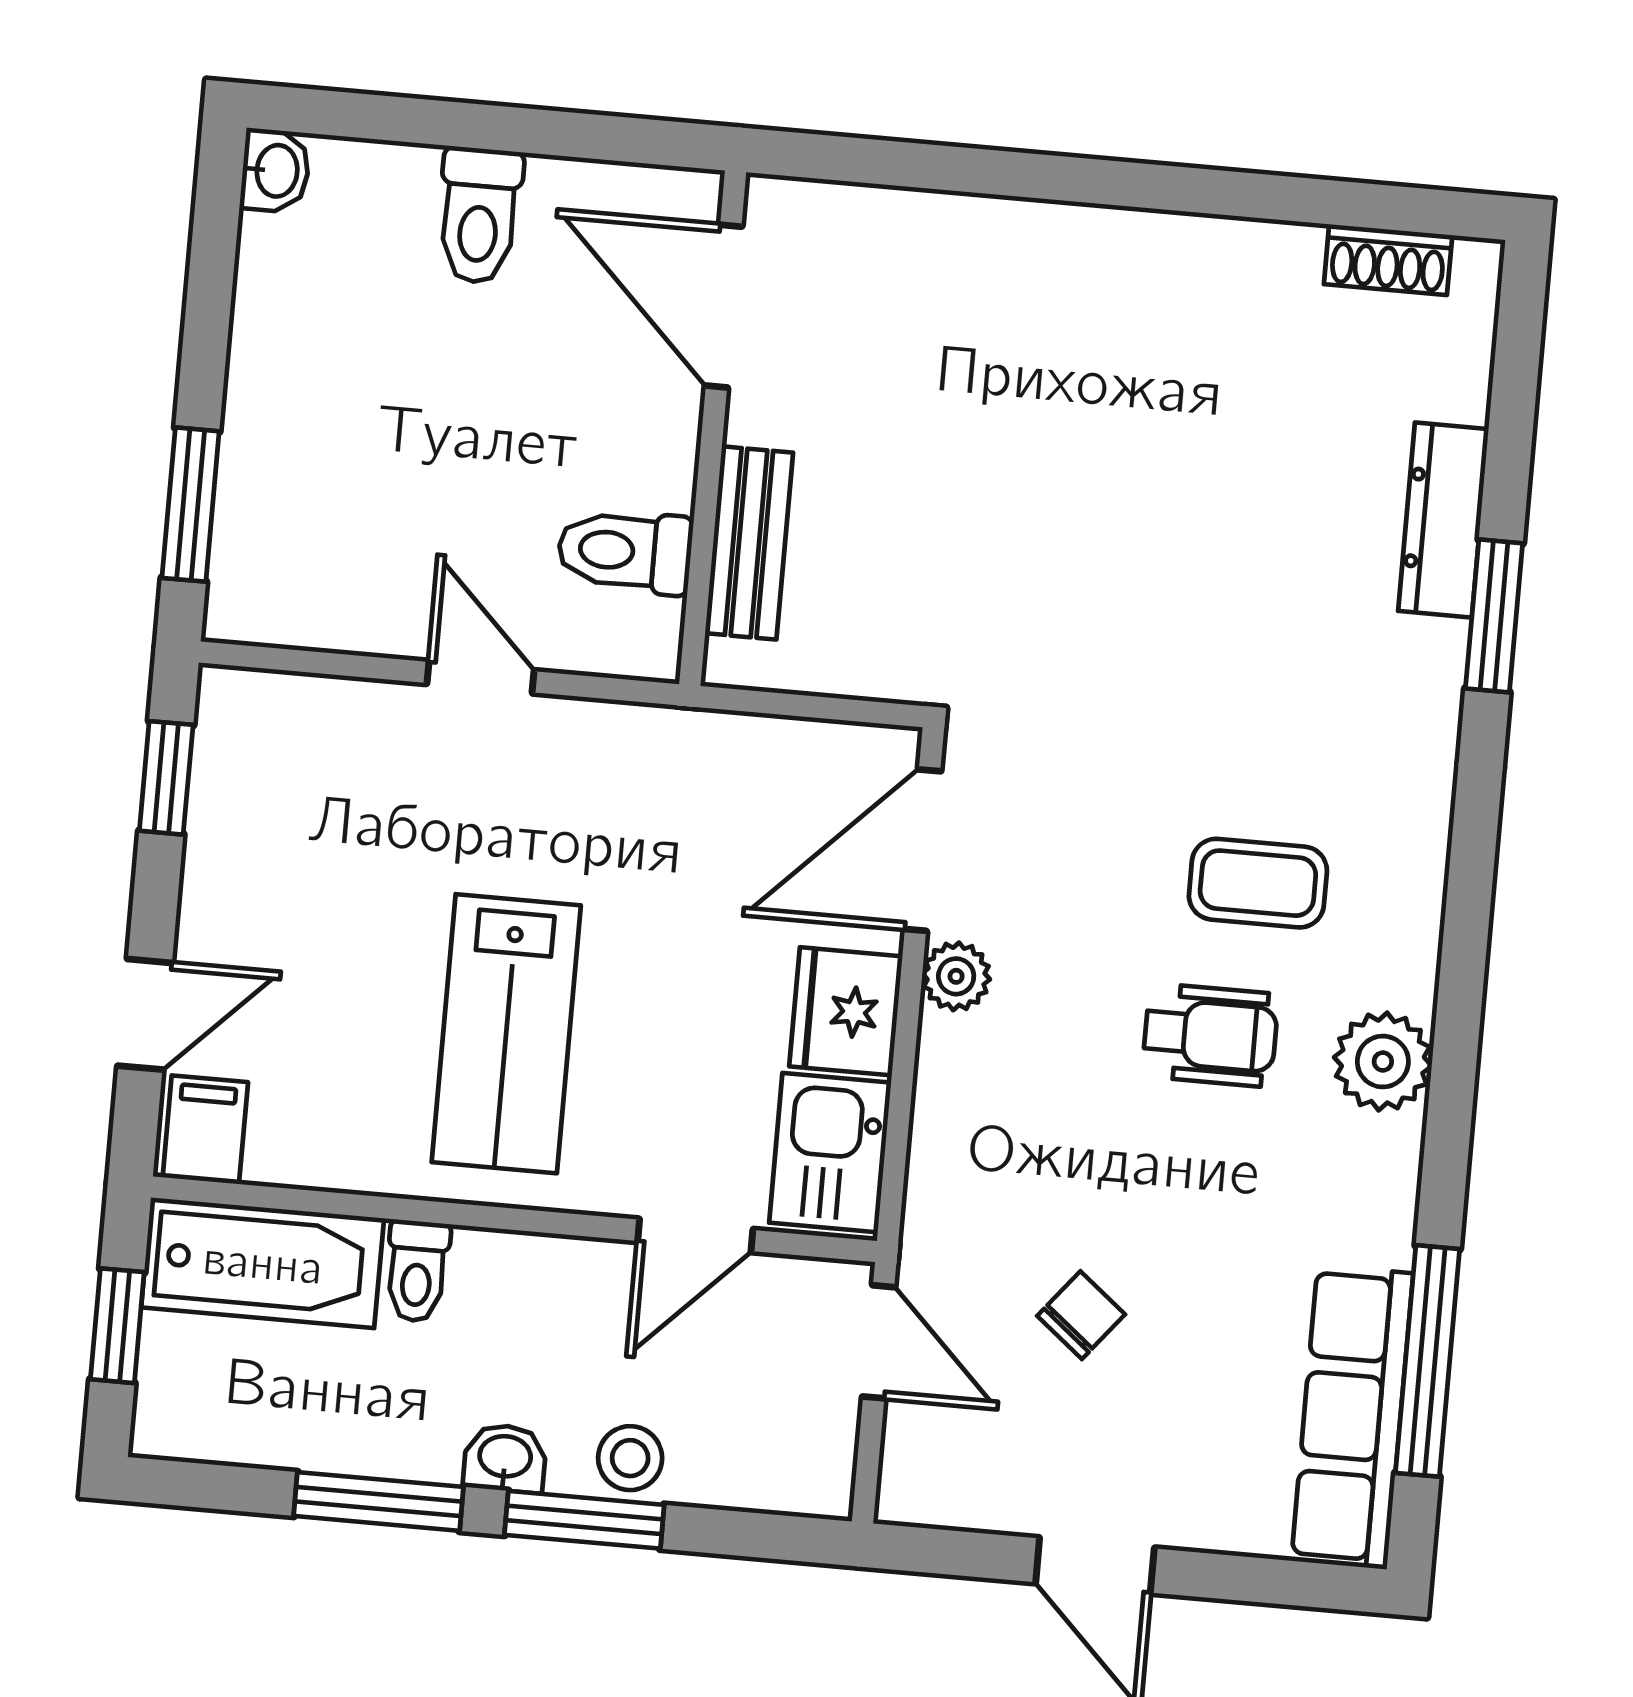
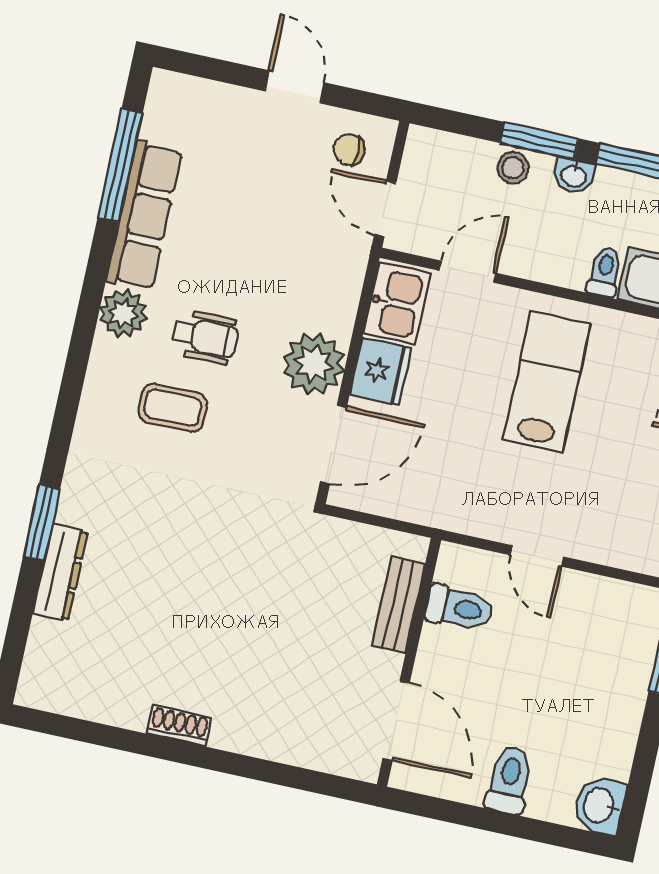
washbasin: (275, 171) -> (600, 806), width x1.38, depth x1.45
shoe rack: (1388, 260) -> (179, 726), moved
plant: (956, 976) -> (314, 364), width x1.88, depth x1.88
wheelchair: (1210, 1035) -> (205, 337), turned 180
chair: (1081, 1315) -> (349, 150), moved, turned 51
row of seats: (1352, 1417) -> (144, 215), moved

